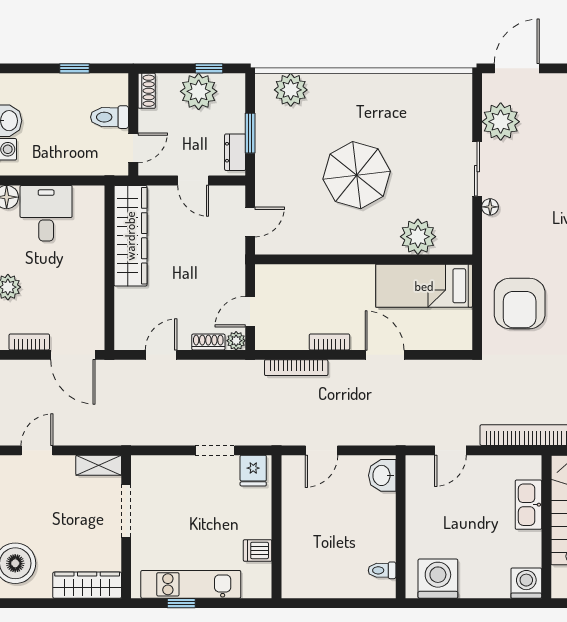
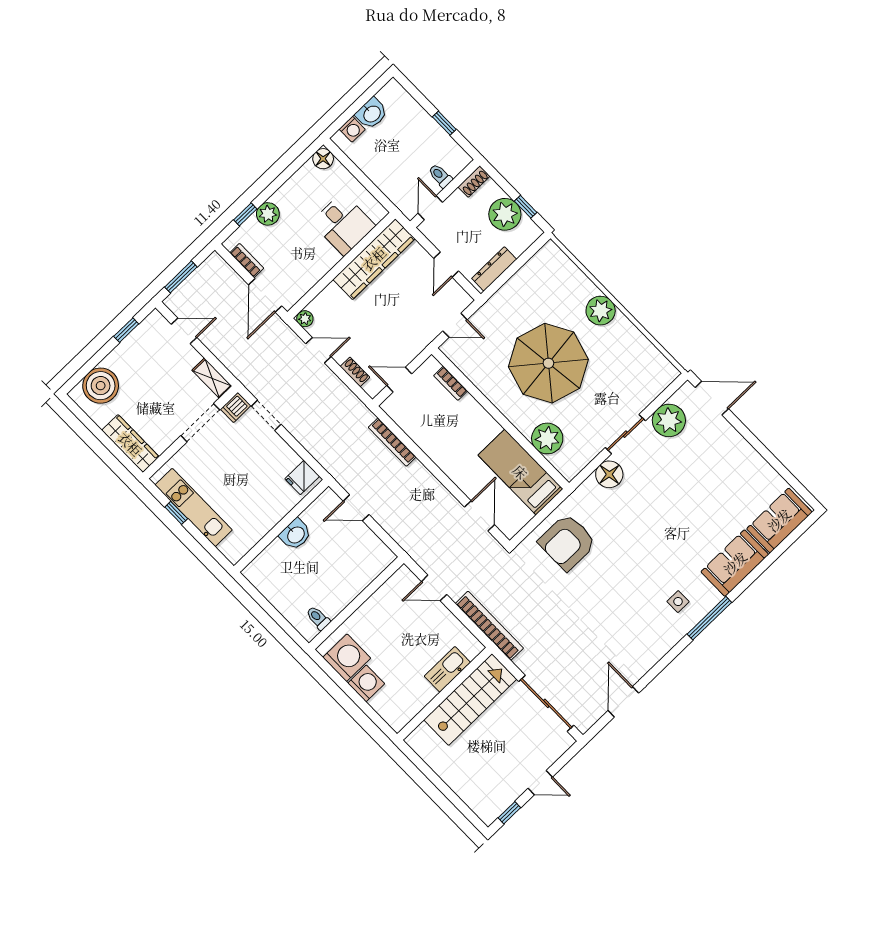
plant: (291, 90) -> (601, 311), moved
toilet: (110, 117) -> (440, 176), width x0.73, depth x0.72
window: (250, 133) -> (510, 272), removed
door: (133, 148) -> (430, 208), swing flipped
dresser: (235, 152) -> (494, 269), width x1.44
parasol: (357, 175) -> (548, 363), width x1.36, depth x1.36
floor lamp: (490, 207) -> (609, 474), width x1.89, depth x1.89
desk: (46, 213) -> (343, 224), moved, turned 90
plant: (236, 341) -> (305, 319), moved
bookcase: (329, 342) -> (451, 383), moved, turned 180
door: (385, 355) -> (480, 516), moved
doorway: (215, 450) -> (266, 415), moved
washbasin: (382, 475) -> (295, 534), moved, turned 180
dishwasher: (258, 550) -> (236, 407), moved, turned -90
washing machine: (526, 583) -> (366, 683), moved

